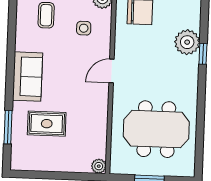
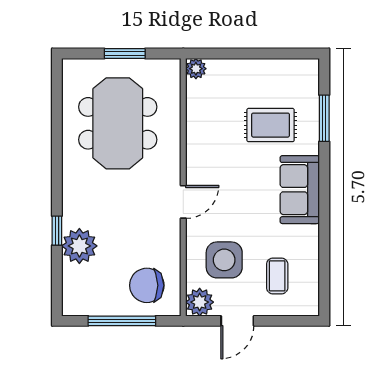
side table: (84, 28) -> (224, 260), width x1.87, depth x1.87
meeting table: (156, 129) -> (118, 123), turned 90

